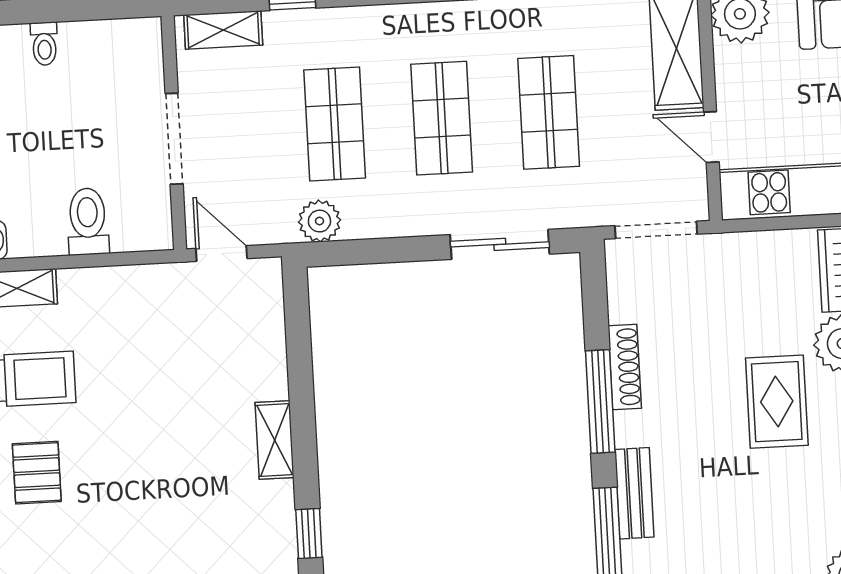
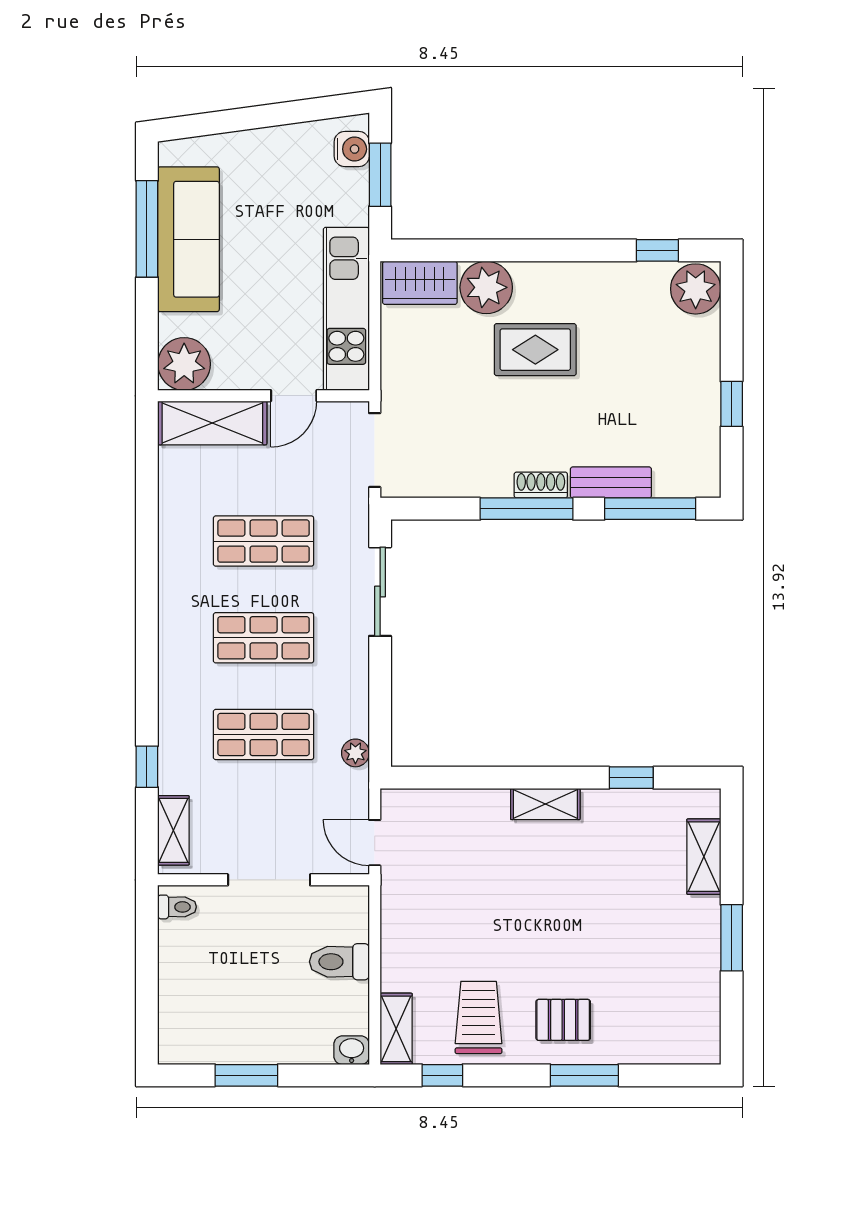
toilet: (44, 44) -> (177, 907), moved
plant: (319, 221) -> (355, 753), width x0.73, depth x0.73
door: (222, 253) -> (375, 843), hinge flipped
shoe rack: (625, 367) -> (541, 485), moved, width x0.70

